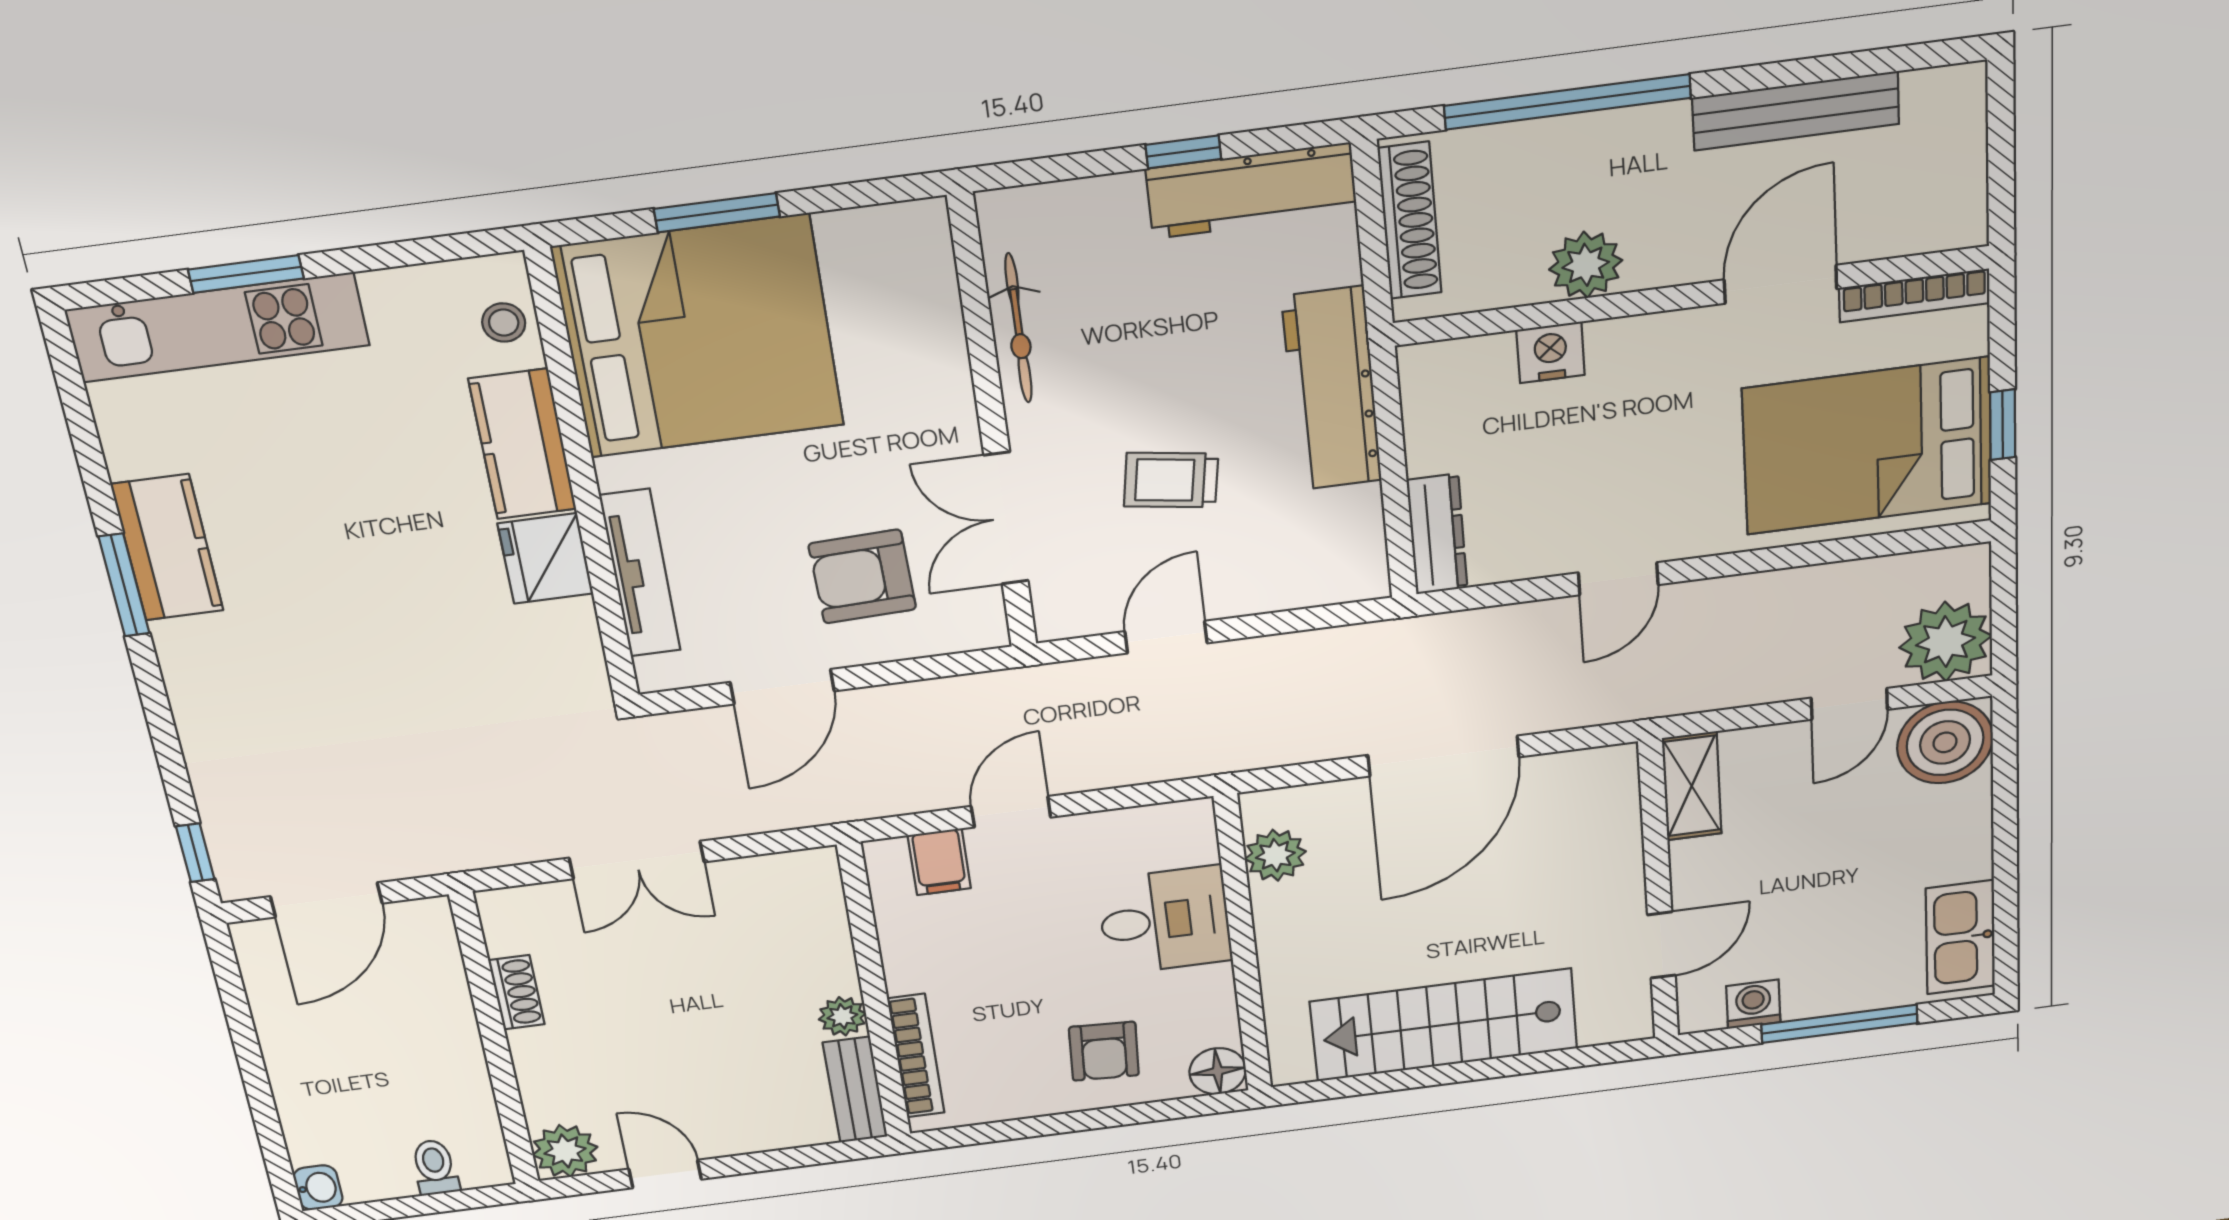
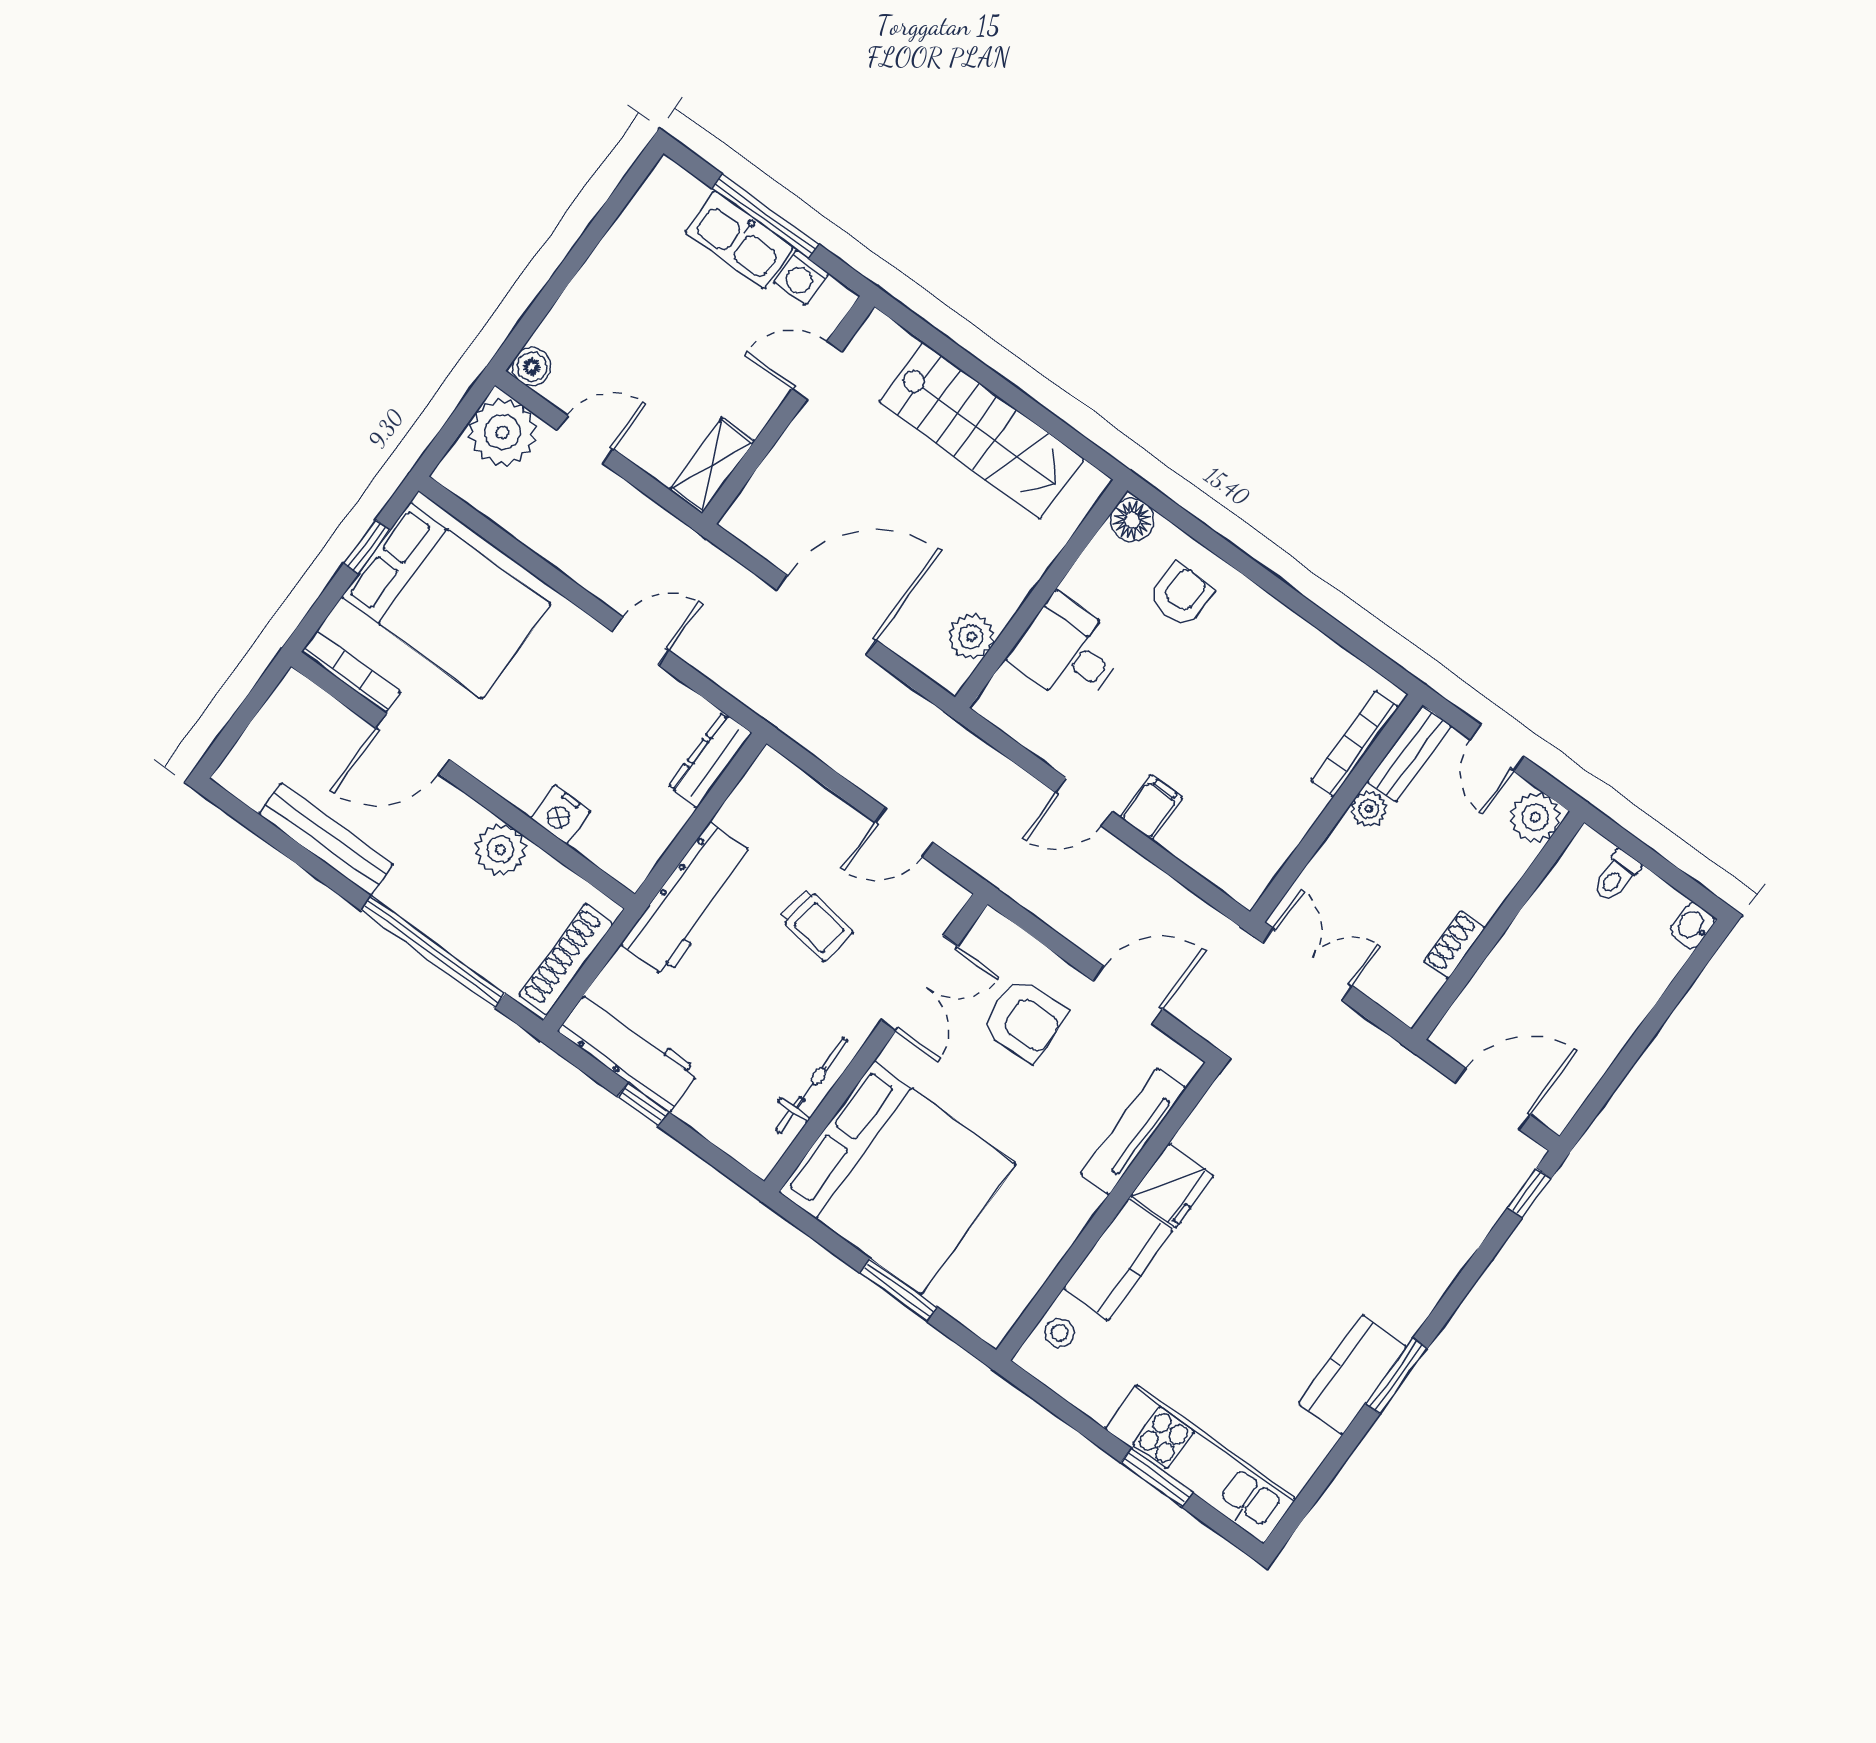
bed: (699, 337) -> (898, 1178), moved, turned 180
boiler: (1945, 742) -> (532, 367), width x0.54, depth x0.54
kitchen sink: (1960, 937) -> (739, 240), moved, turned 90
wall: (874, 992) -> (1336, 808), moved
plant: (842, 1016) -> (1369, 809), moved
bookcase: (916, 1056) -> (1355, 744), moved
bench: (855, 1090) -> (1409, 753), moved

